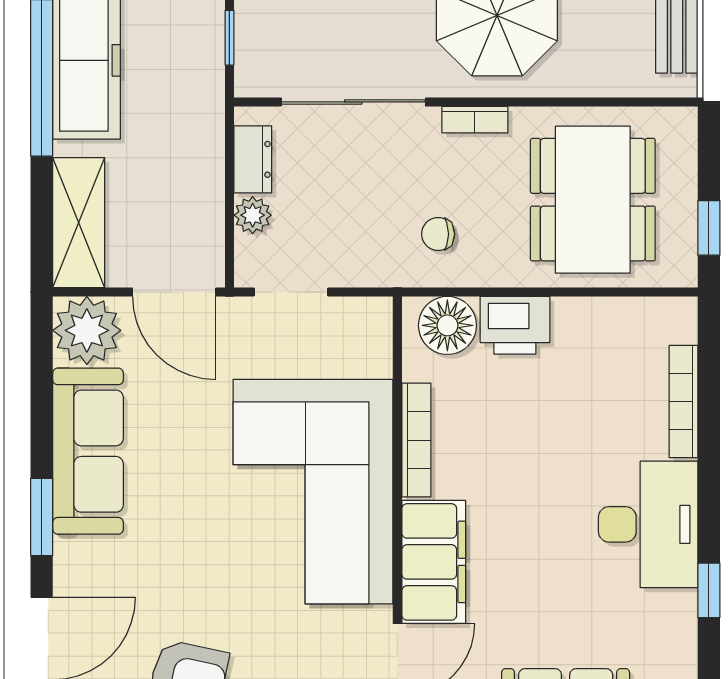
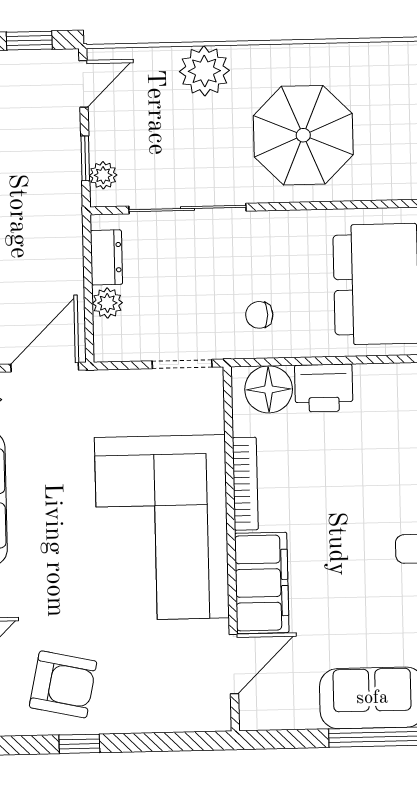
plant: (251, 59) -> (103, 175), added
bookcase: (475, 120) -> (287, 221), removed
door: (174, 292) -> (45, 367), swing flipped
doorway: (291, 292) -> (182, 364), moved

